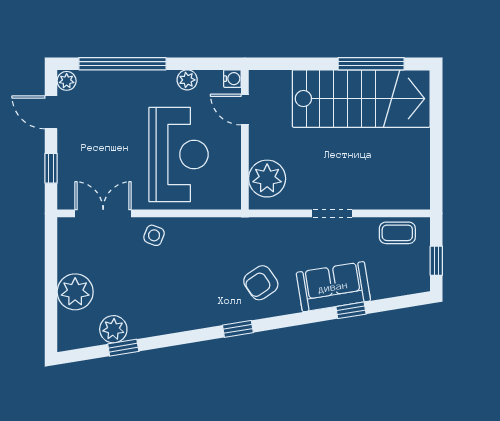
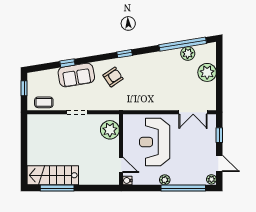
plant: (187, 80) -> (165, 180), moved
stairs: (361, 99) -> (53, 175), width x0.73, depth x0.66
side table: (154, 235) -> (167, 101), removed
window: (123, 348) -> (183, 44), width x3.17

